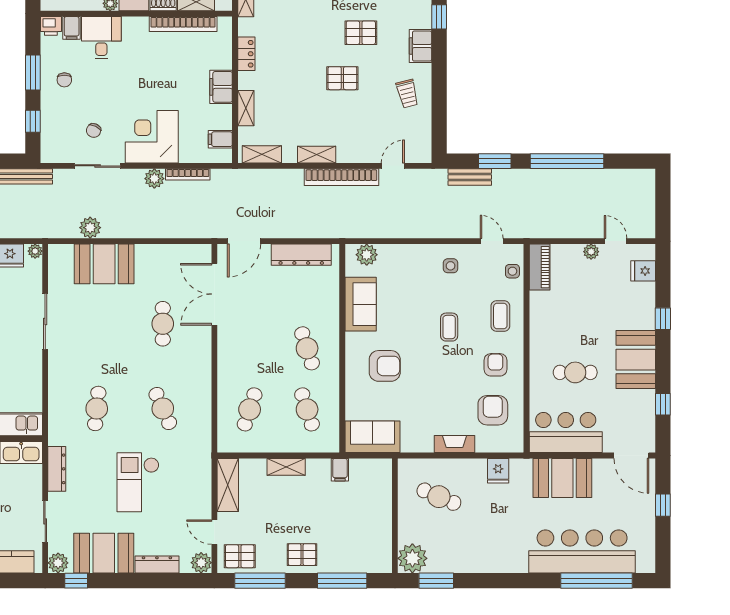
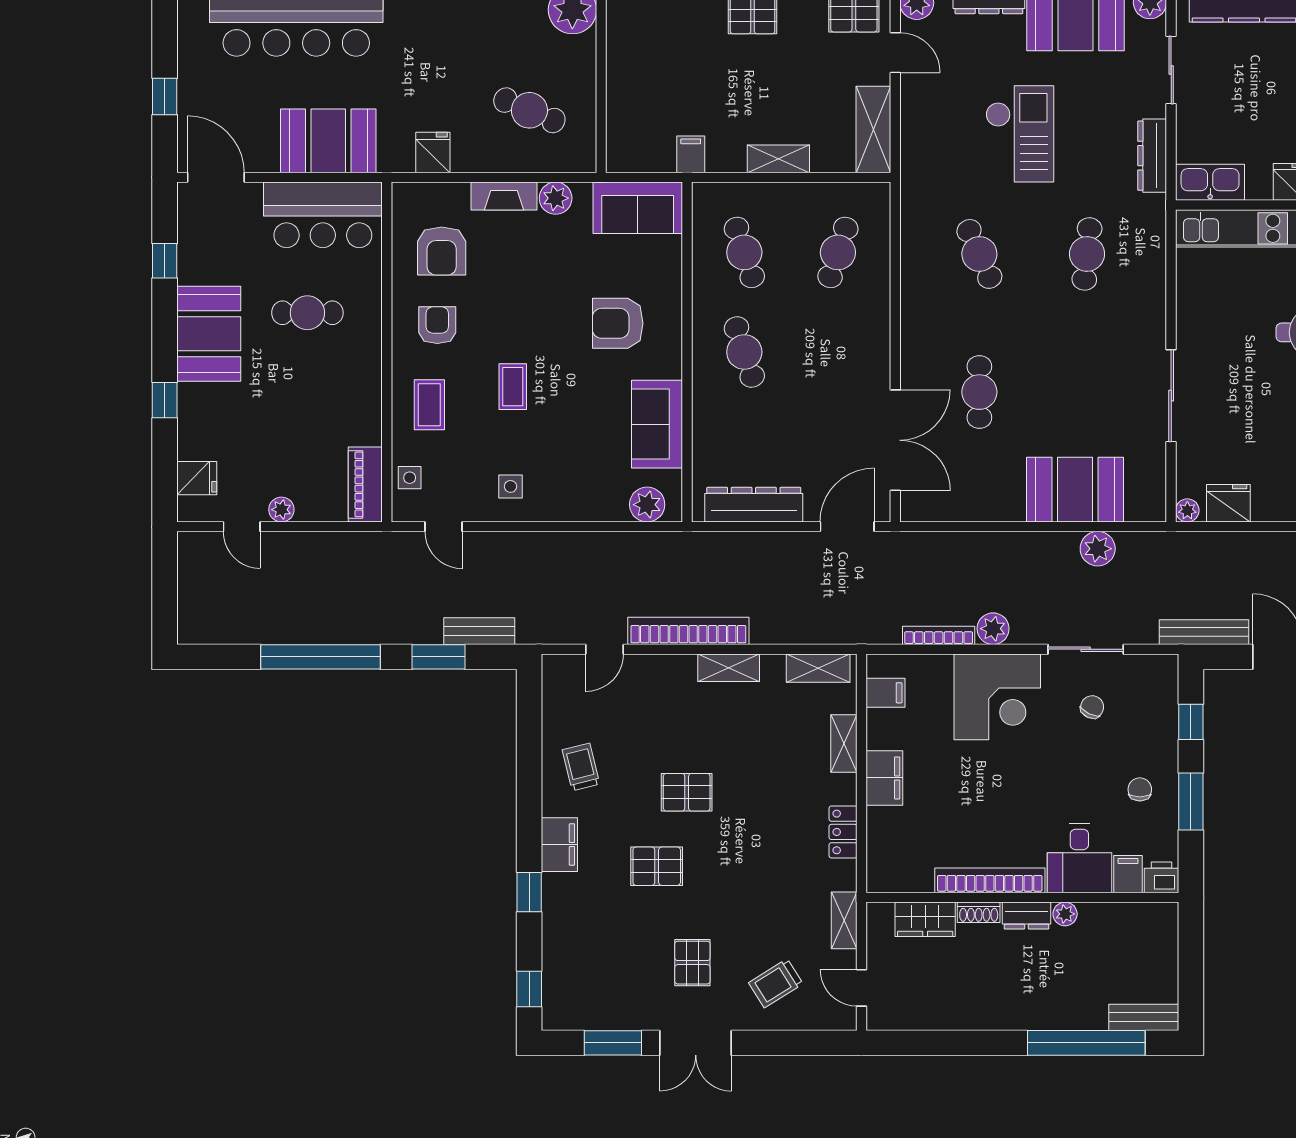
bookcase: (183, 24) -> (990, 880), moved
armchair: (495, 365) -> (437, 325), turned 180
plant: (423, 443) -> (556, 198), added

